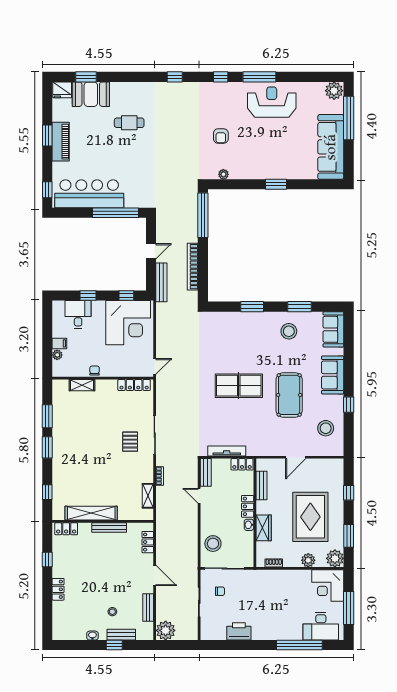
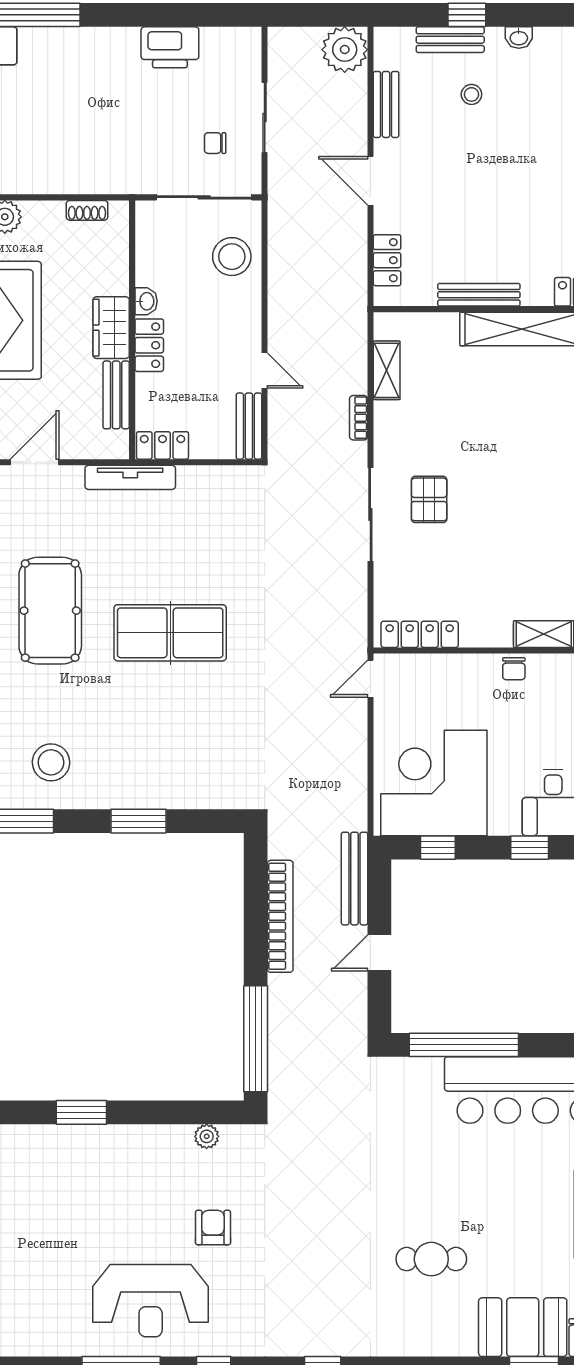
reception desk: (272, 102) -> (151, 1301), moved
tv unit: (227, 451) -> (130, 477), moved
wardrobe: (264, 528) -> (111, 328), moved

